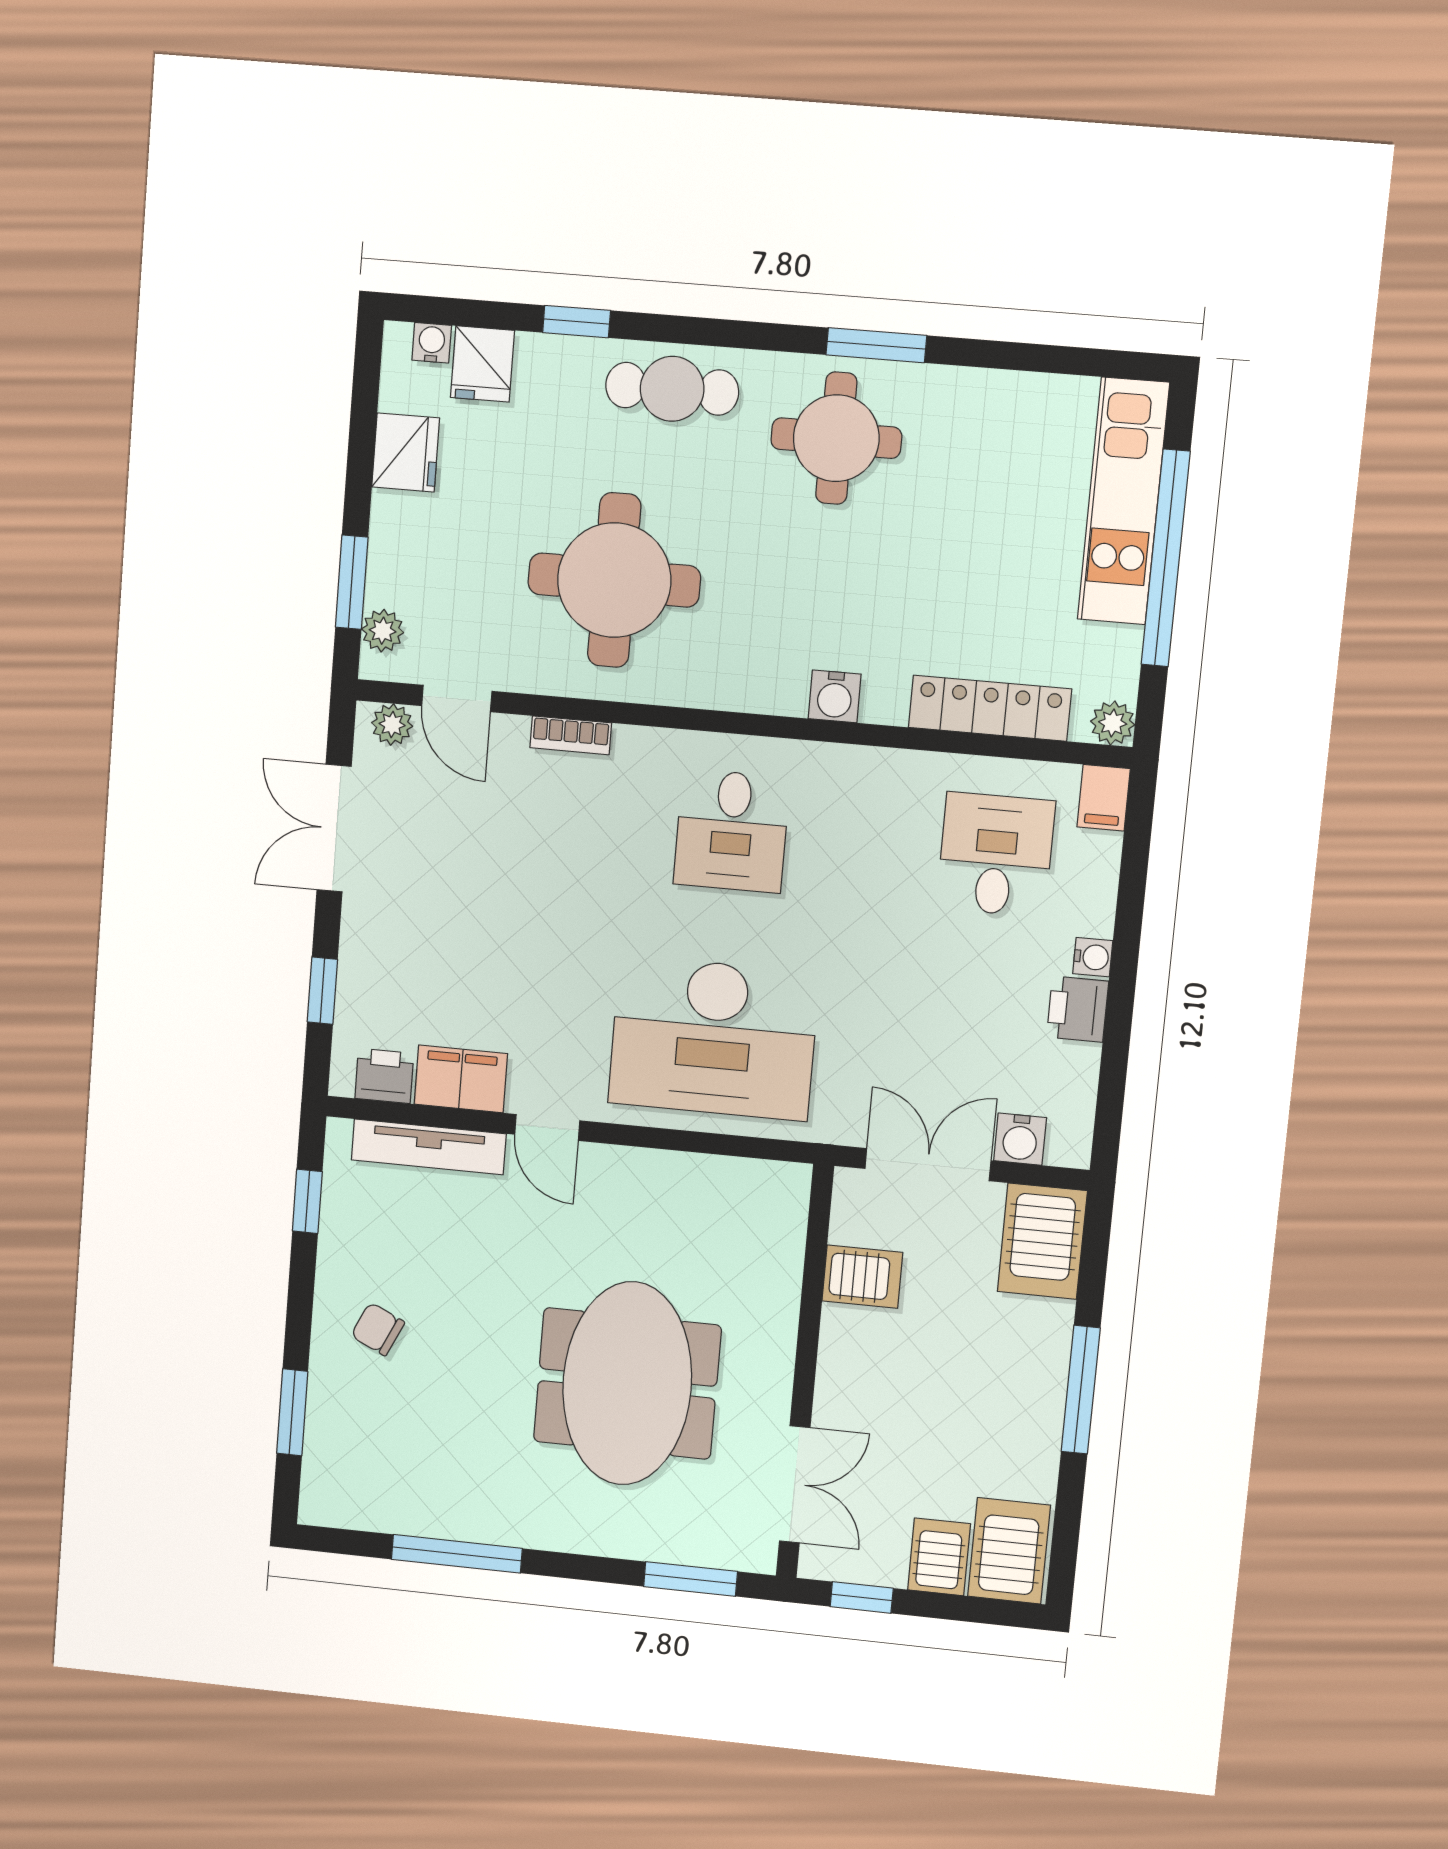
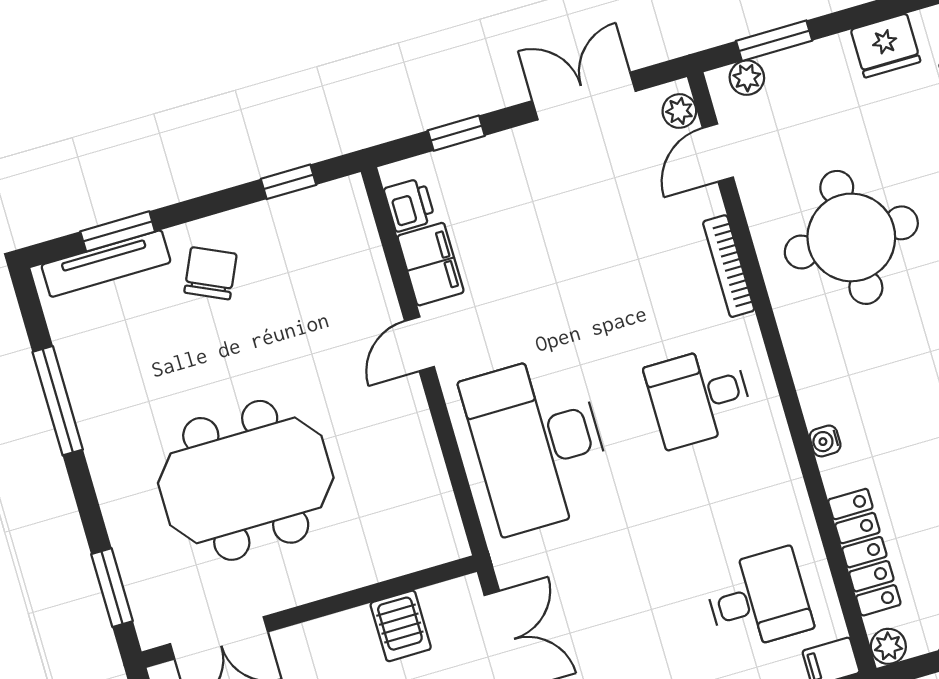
water cooler: (835, 696) -> (825, 441), width x0.72, depth x0.72
bookcase: (571, 735) -> (729, 266), width x1.56
tv unit: (429, 1147) -> (106, 264), moved, turned -90
chair: (378, 1329) -> (210, 273), width x1.37, depth x1.37

